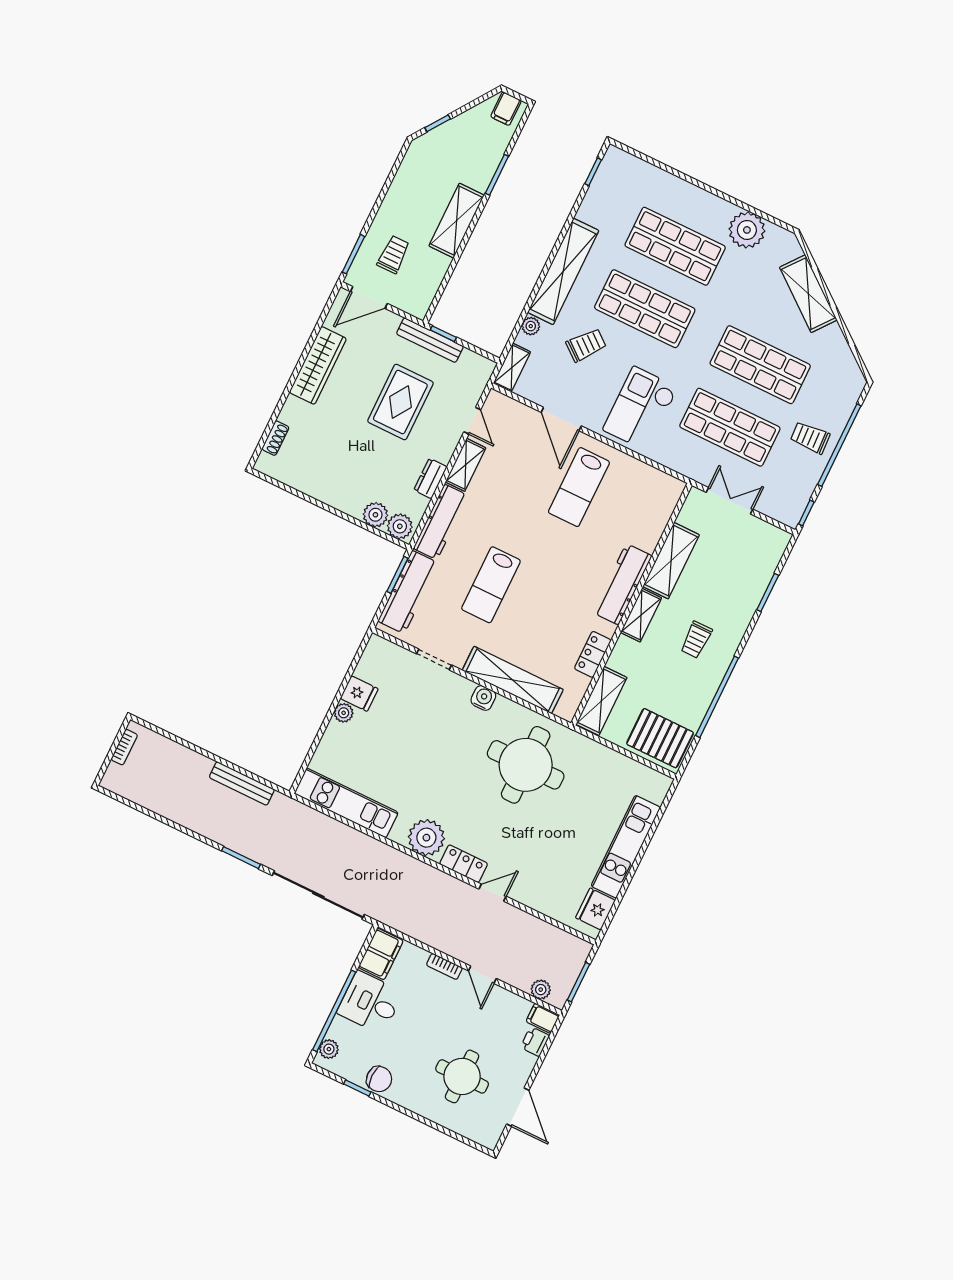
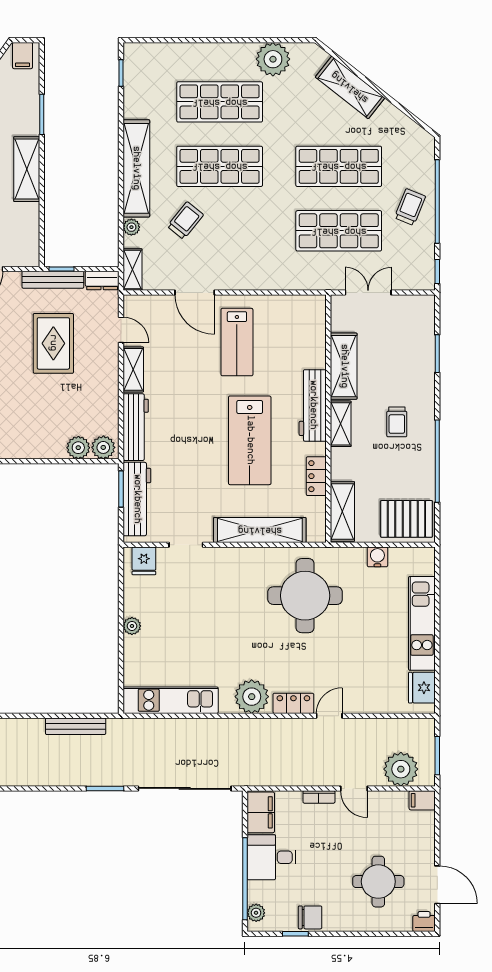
checkout: (640, 409) -> (256, 252), removed
trolley: (810, 438) -> (410, 207), turned 115
dresser: (430, 478) -> (102, 280), moved, turned -90
lab bench: (491, 585) -> (250, 440), moved, width x1.36, depth x1.39
fridge: (359, 694) -> (144, 561), moved, turned 90
water cooler: (483, 698) -> (377, 557), moved
plant: (541, 990) -> (401, 769), width x1.88, depth x1.88
printer: (535, 1042) -> (424, 921), moved, turned 90

